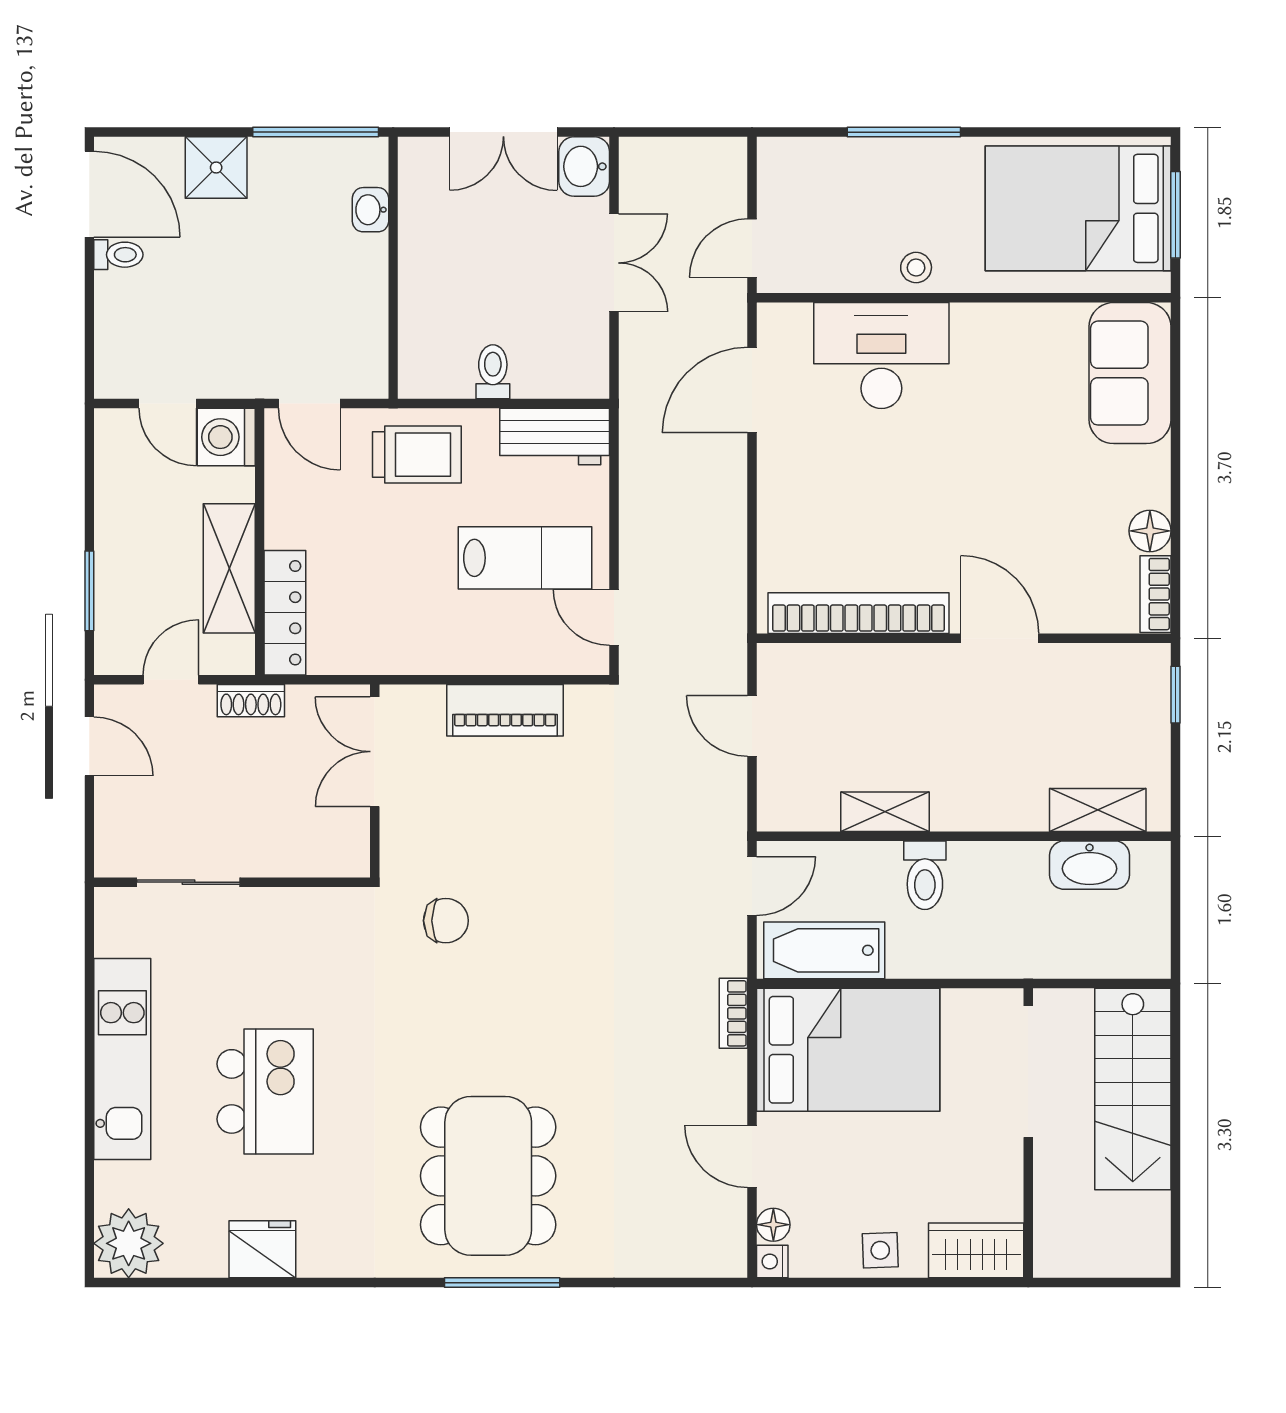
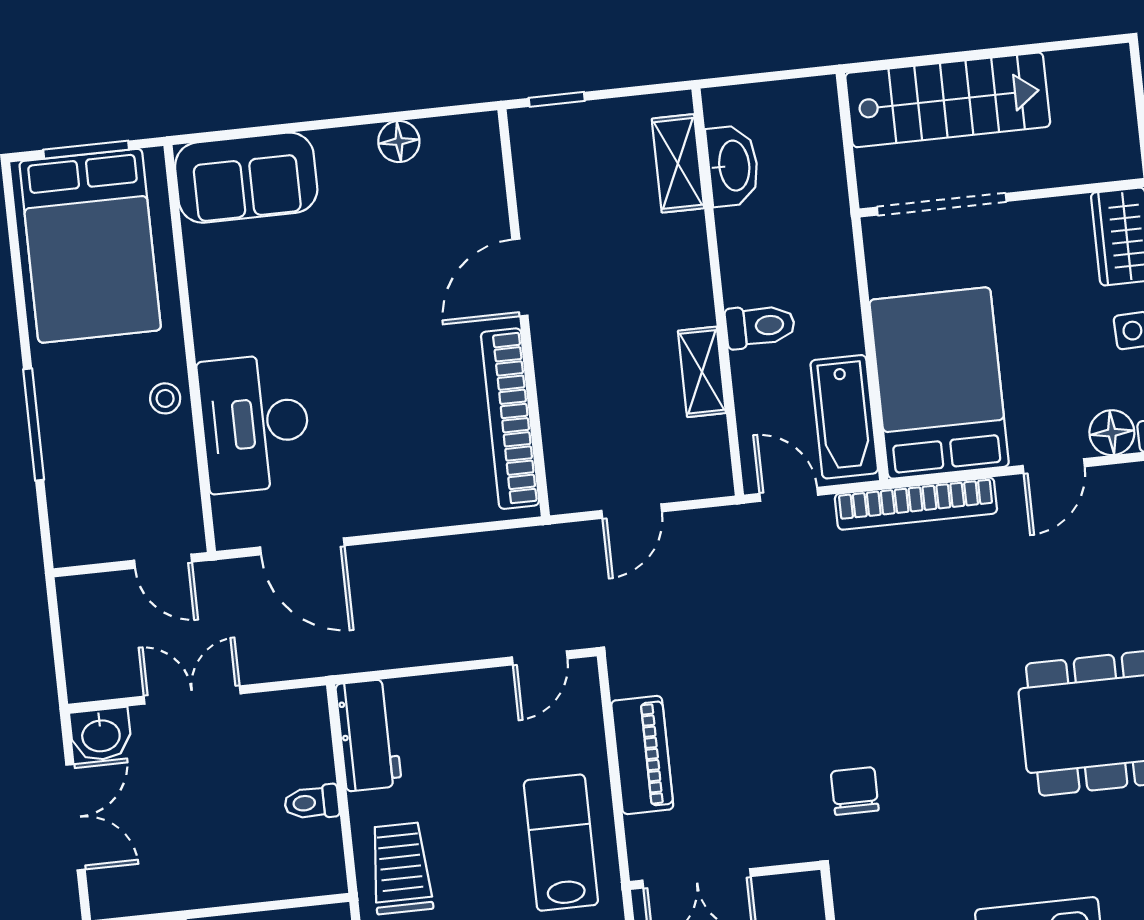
lab bench: (525, 558) -> (561, 843), moved
bookcase: (1155, 594) -> (460, 129), removed
bookcase: (733, 1013) -> (916, 504), width x2.31, depth x1.31
floor lamp: (773, 1225) -> (1112, 433), width x1.37, depth x1.37

